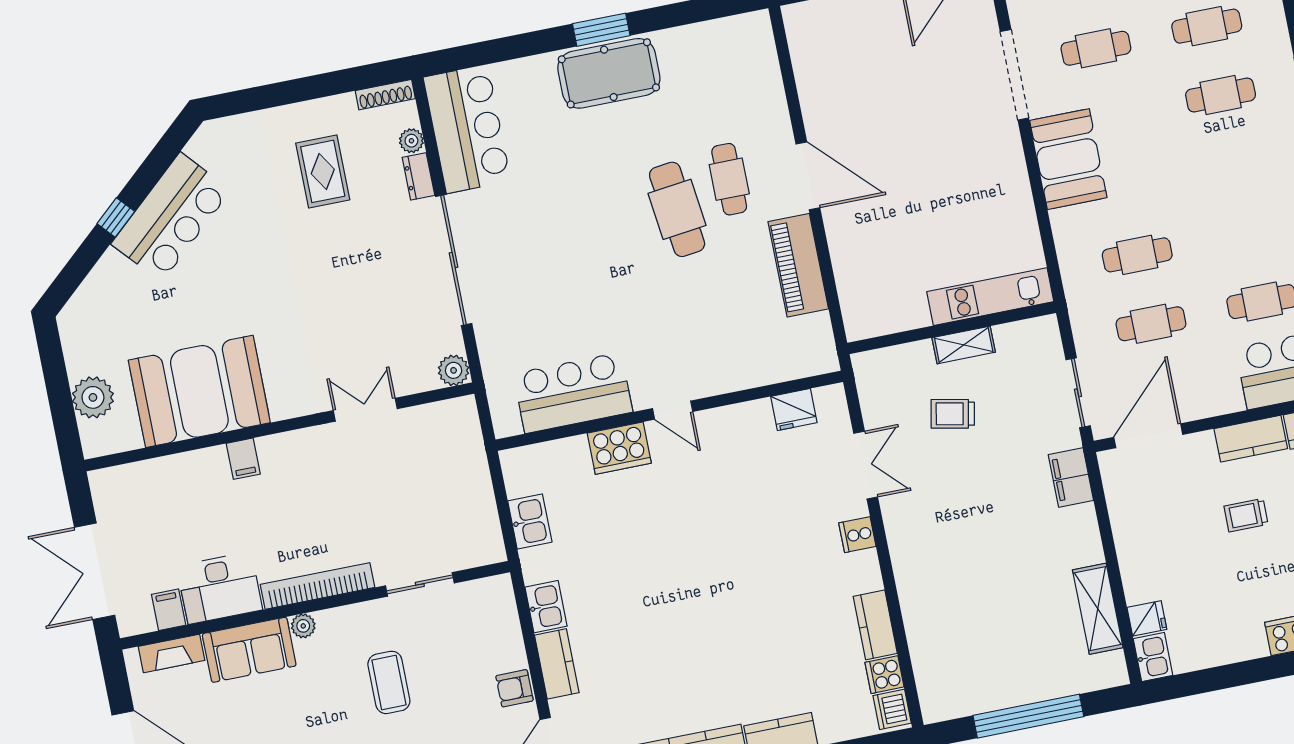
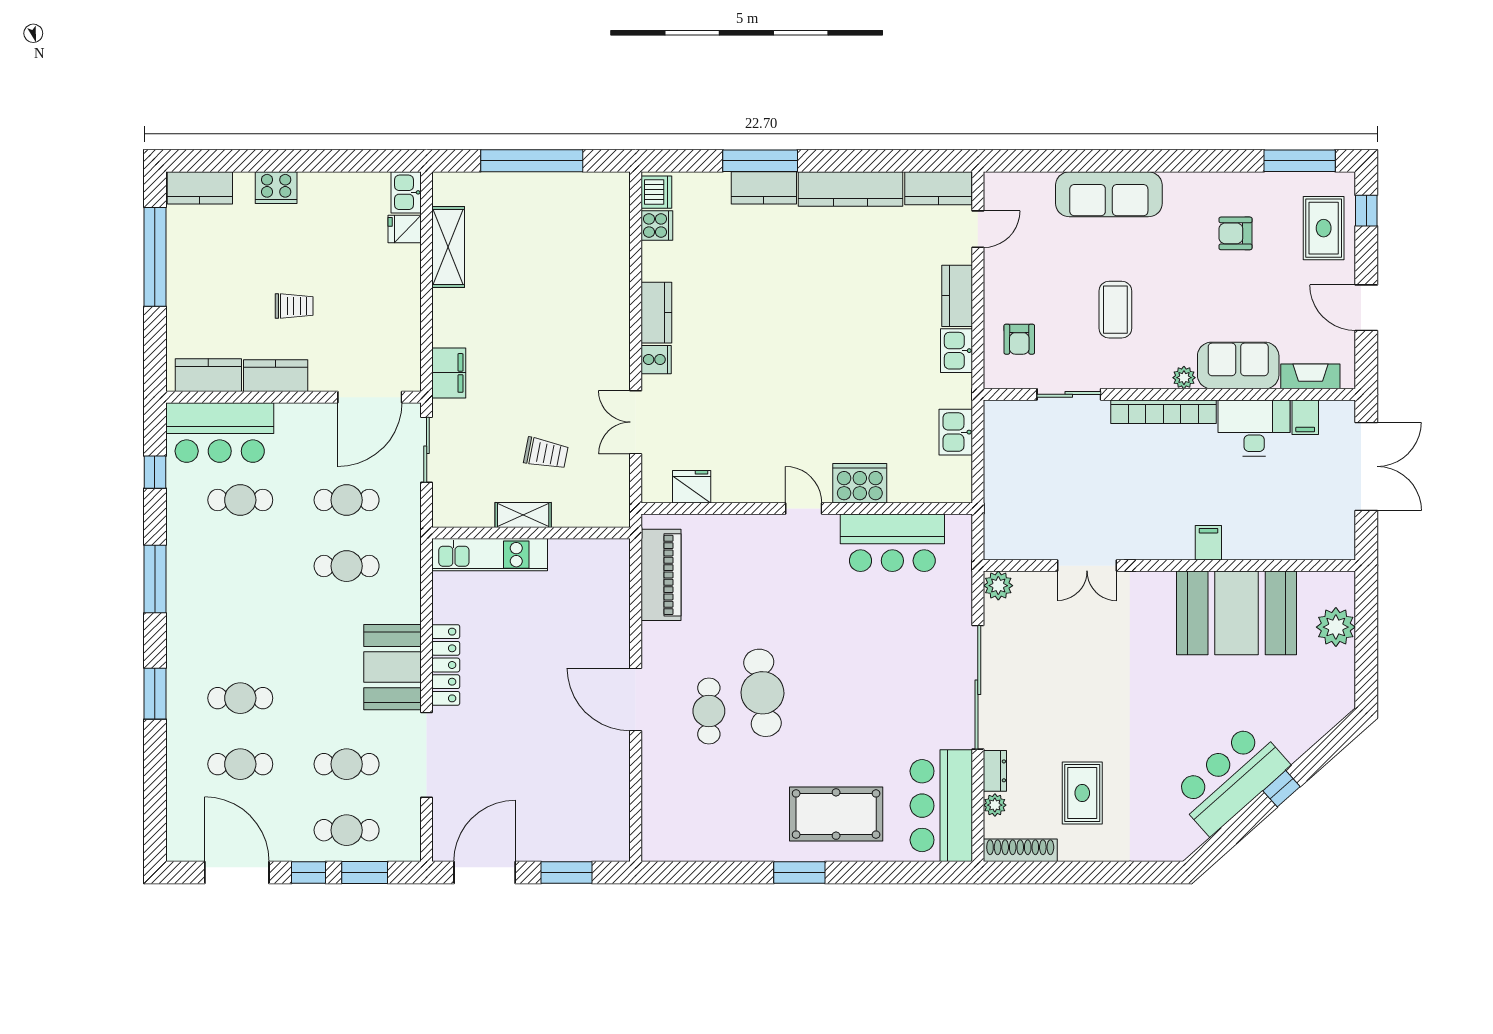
pool table: (609, 73) -> (836, 814), moved
shoe rack: (385, 95) -> (1020, 850), width x1.36, depth x1.24
locker: (1013, 172) -> (446, 665), added
piano: (798, 265) -> (661, 575), moved
kitchen counter: (875, 625) -> (656, 313), moved
armchair: (514, 688) -> (1019, 339), moved, turned 90

